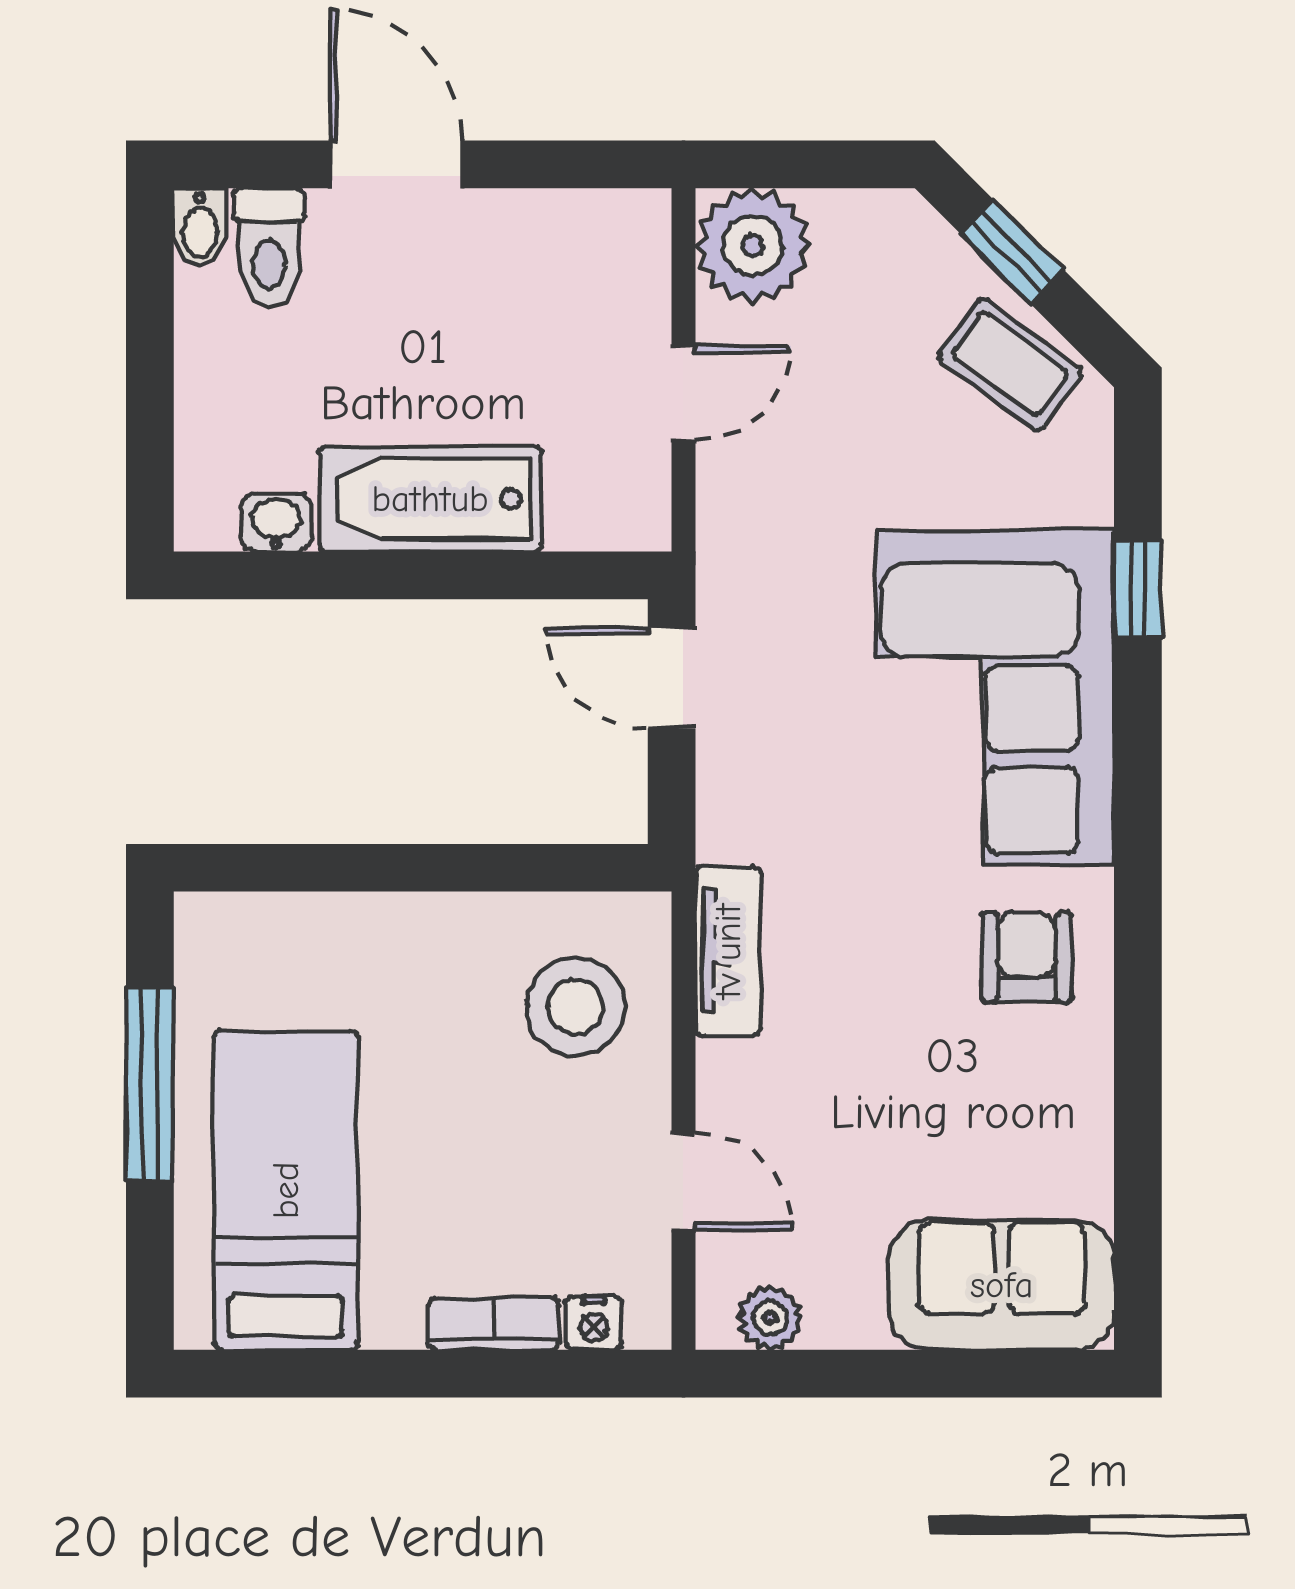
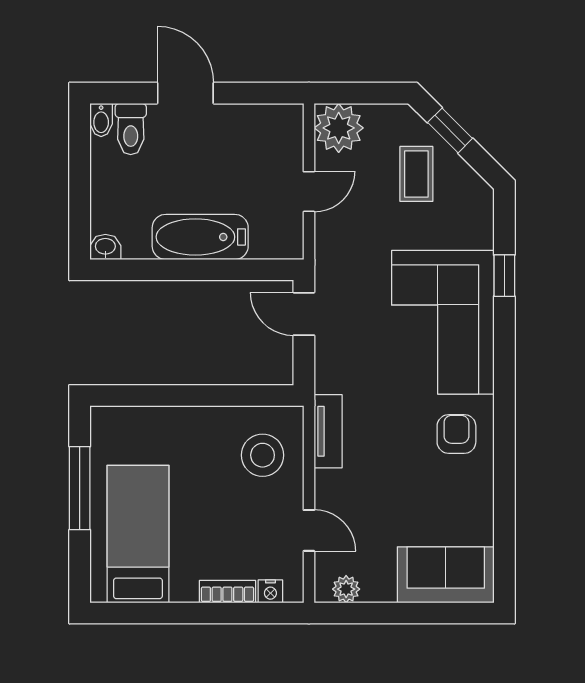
coffee table: (1010, 364) -> (416, 174), moved, turned 54
washbasin: (276, 522) -> (105, 247), moved

